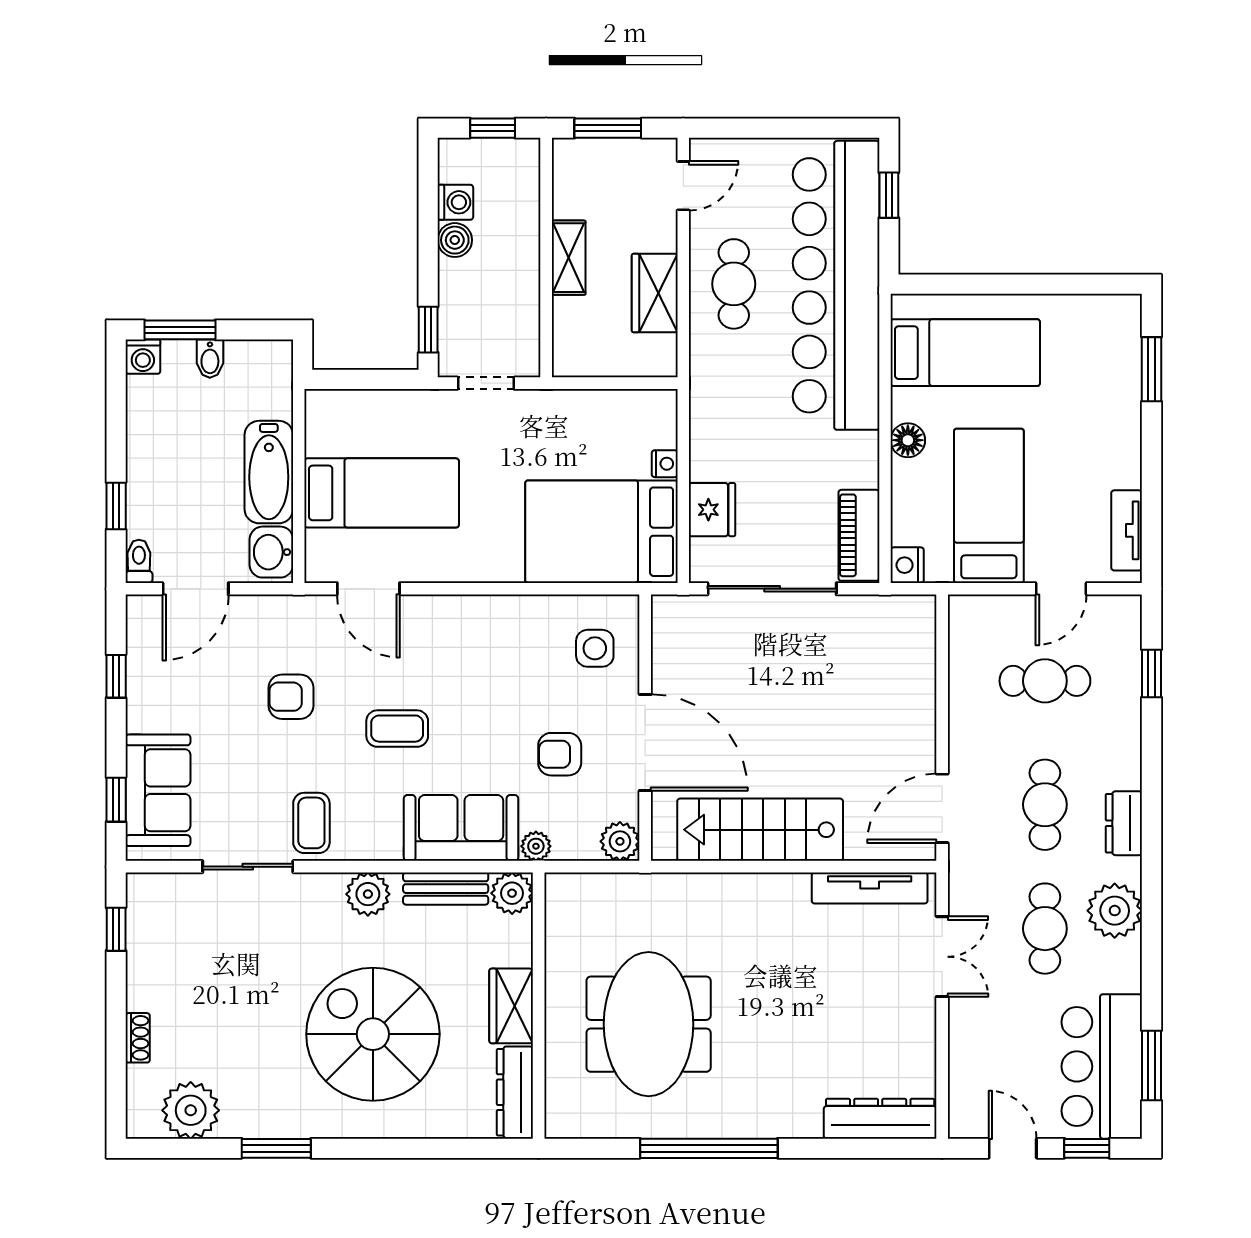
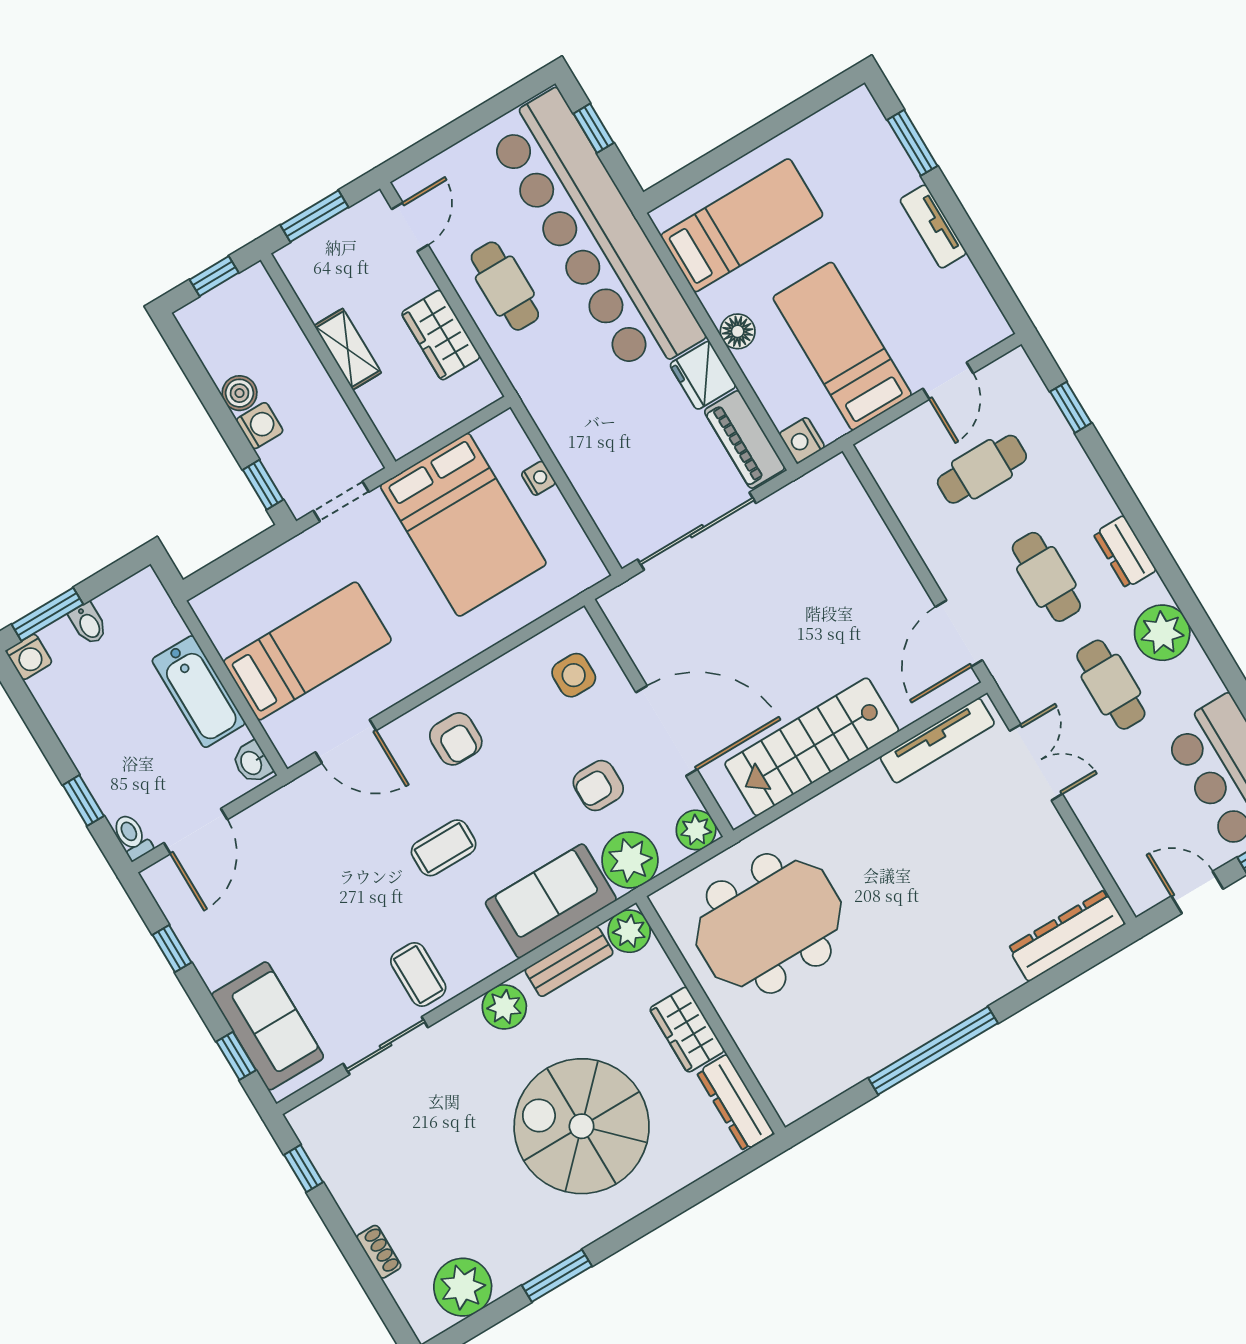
washing machine: (455, 202) -> (260, 426), moved
fridge: (712, 510) -> (703, 375), moved, turned 180
tv unit: (1127, 530) -> (933, 226), moved
bed: (601, 532) -> (463, 525), moved, turned -90
washbasin: (271, 552) -> (252, 763), width x0.72, depth x0.69
armchair: (291, 697) -> (456, 739), moved, turned -90
plant: (536, 846) -> (630, 860), width x1.88, depth x1.88
meeting table: (649, 1024) -> (769, 923), moved, turned 90

